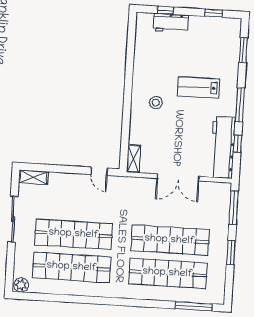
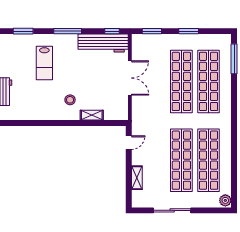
lab bench: (198, 87) -> (44, 63), moved
window: (238, 144) -> (112, 31), moved
shelving: (134, 159) -> (92, 115), moved
shelving: (33, 177) -> (137, 178), moved
window: (234, 208) -> (152, 31), width x0.69

